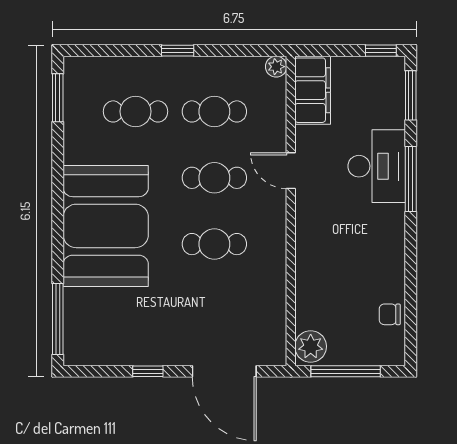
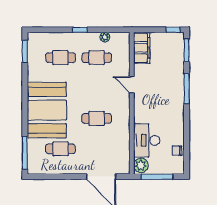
plant: (276, 67) -> (105, 37), moved
desk: (377, 166) -> (147, 140), moved, turned 180
cafe table: (214, 178) -> (61, 149), moved
window: (148, 371) -> (66, 177), removed

